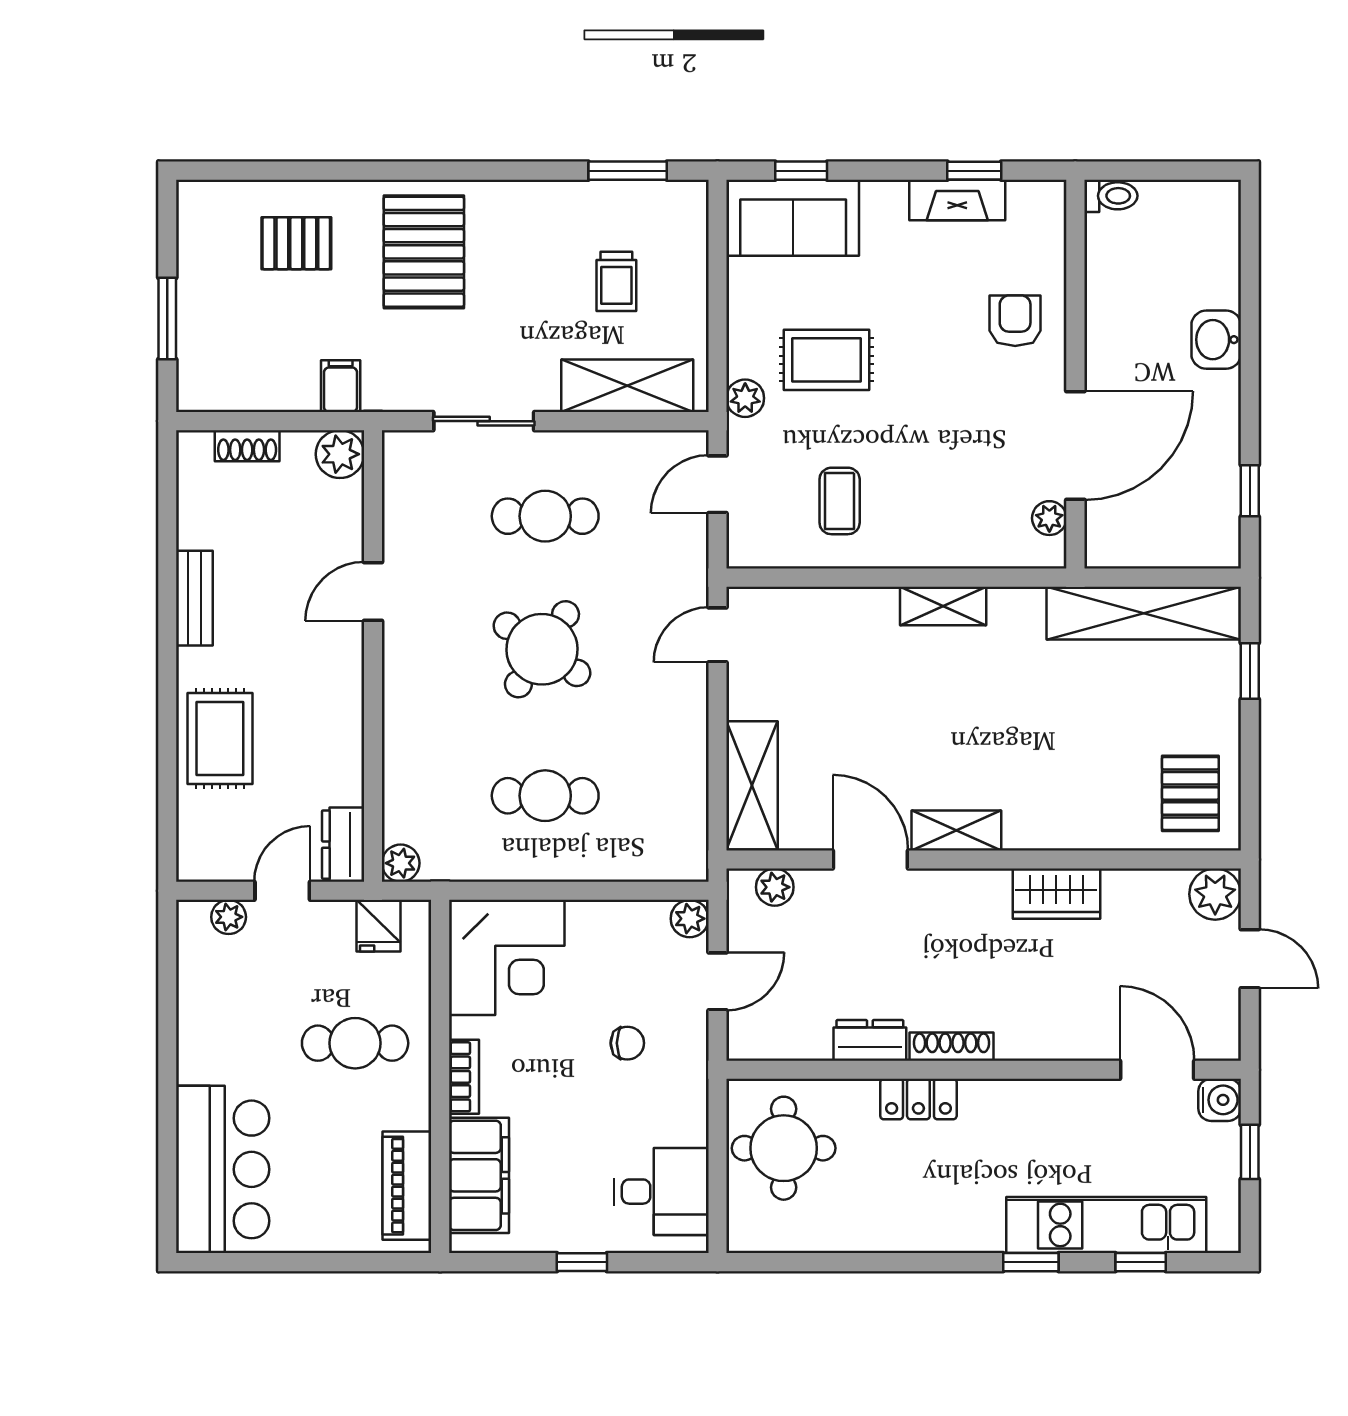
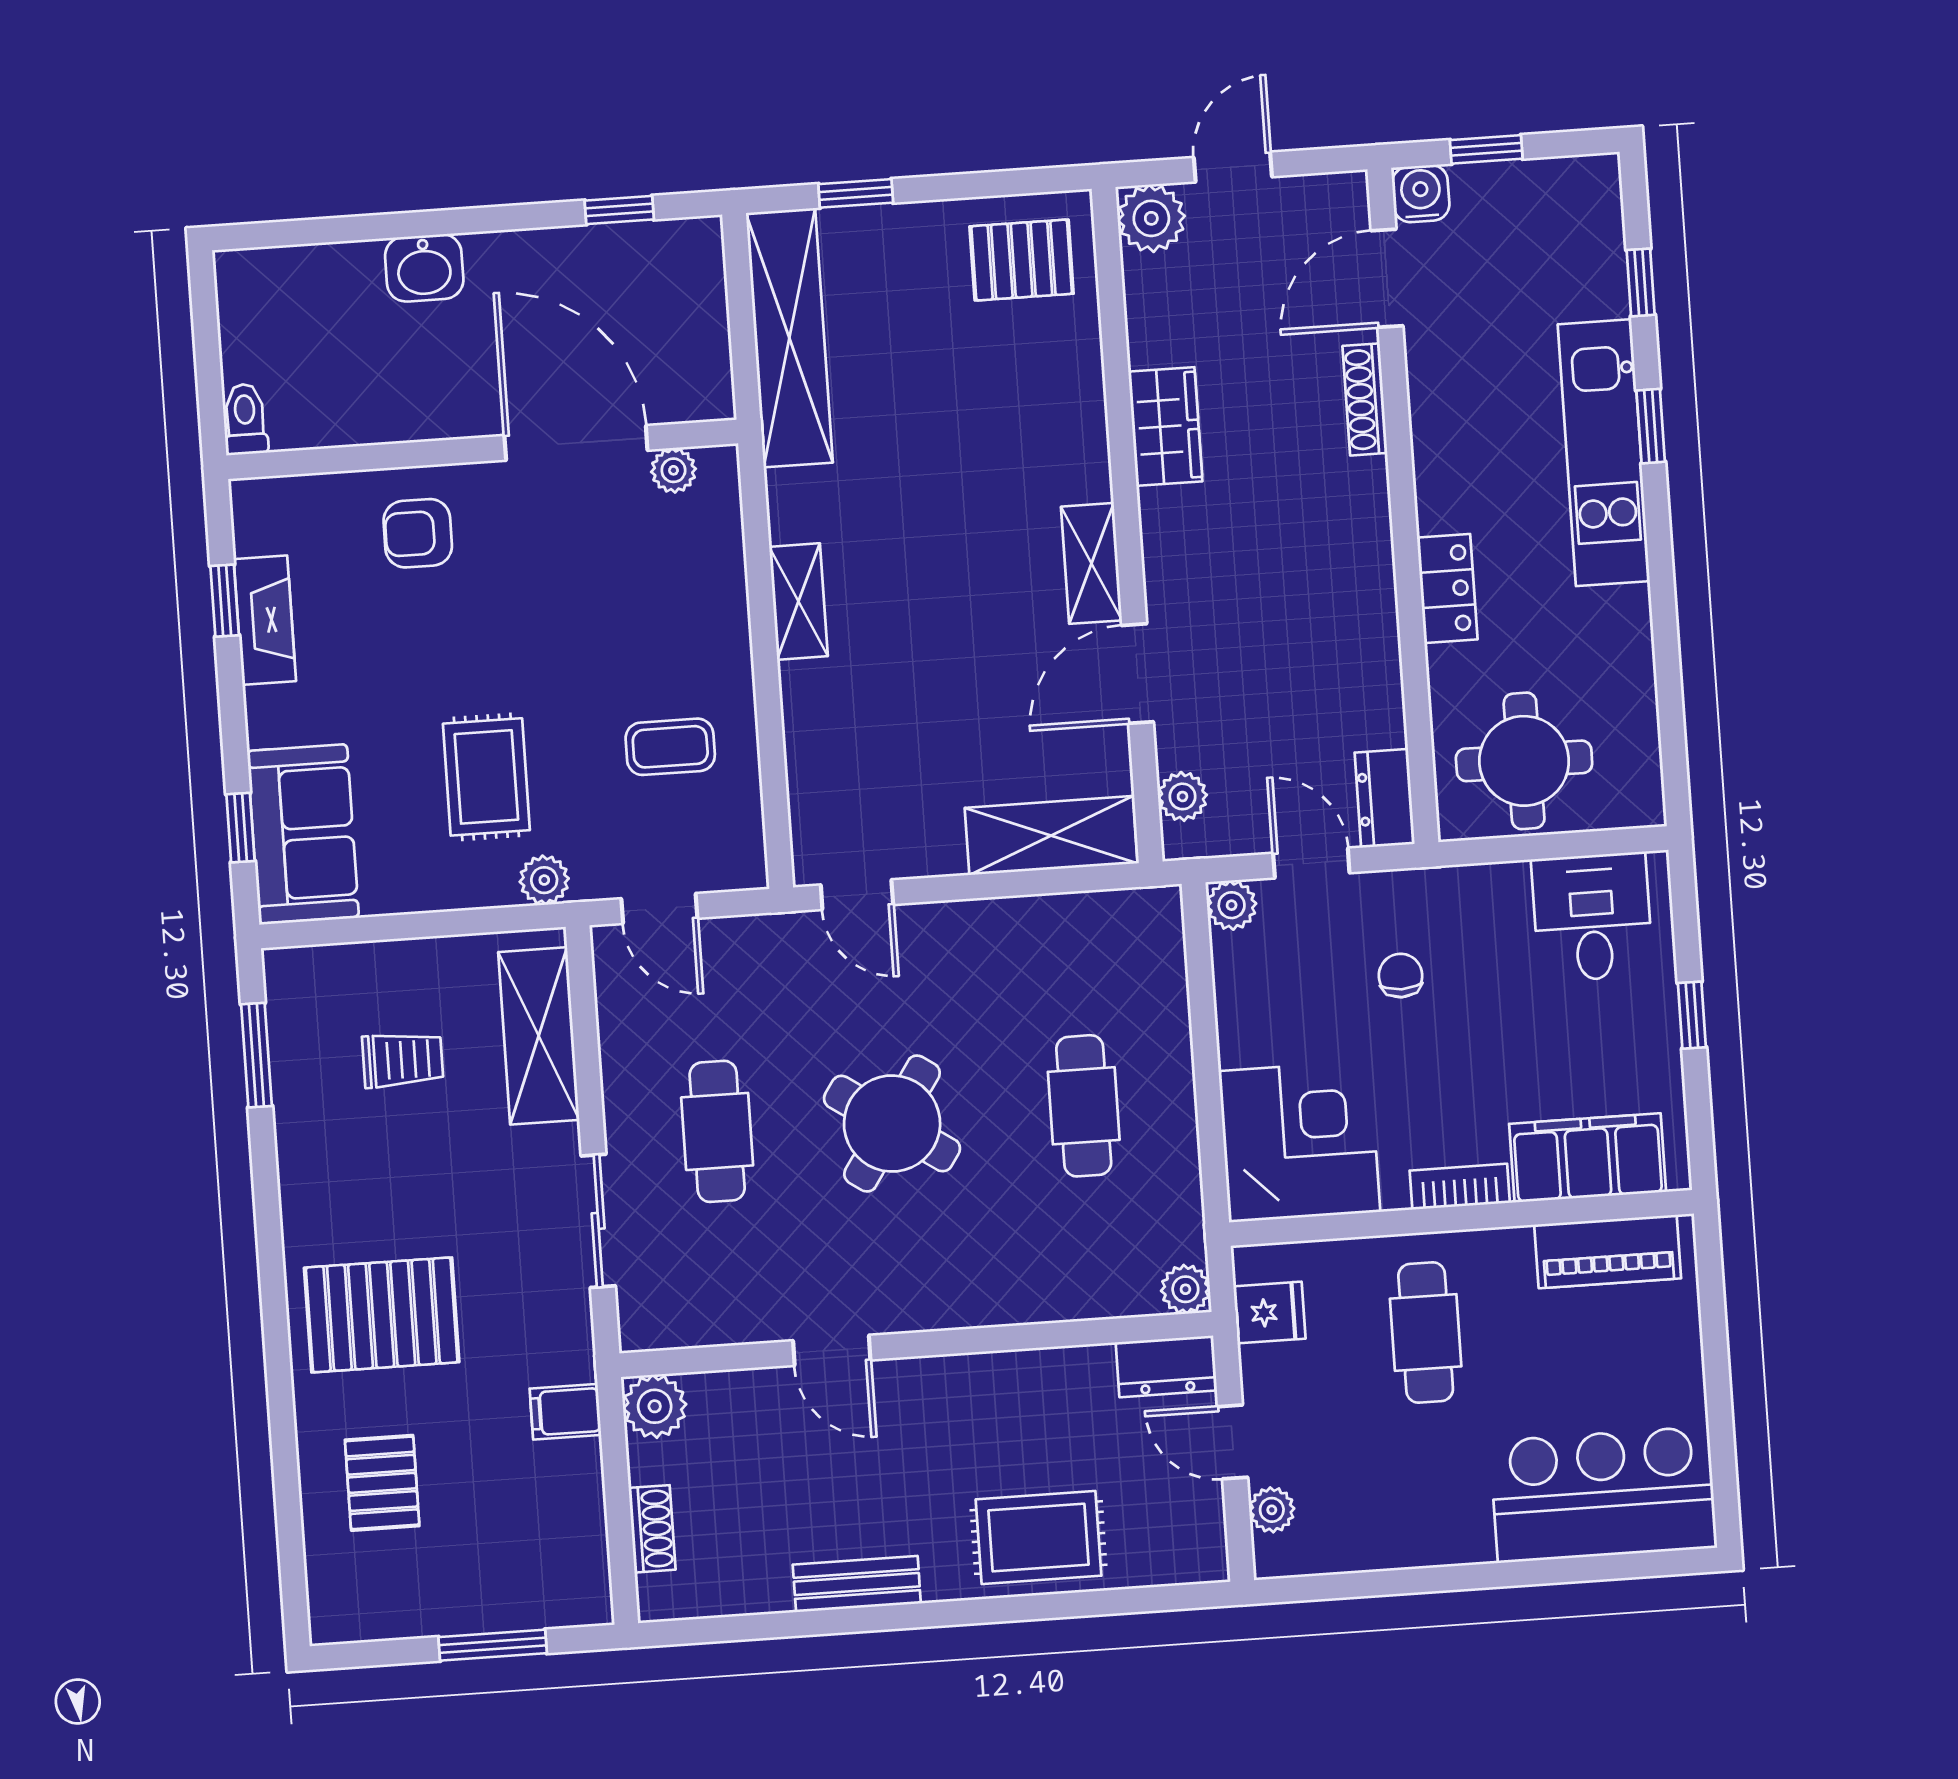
dresser: (870, 1040) -> (1385, 798), moved
shoe rack: (952, 1047) -> (1365, 399), moved
kitchen unit: (1106, 1225) -> (1604, 453), moved

